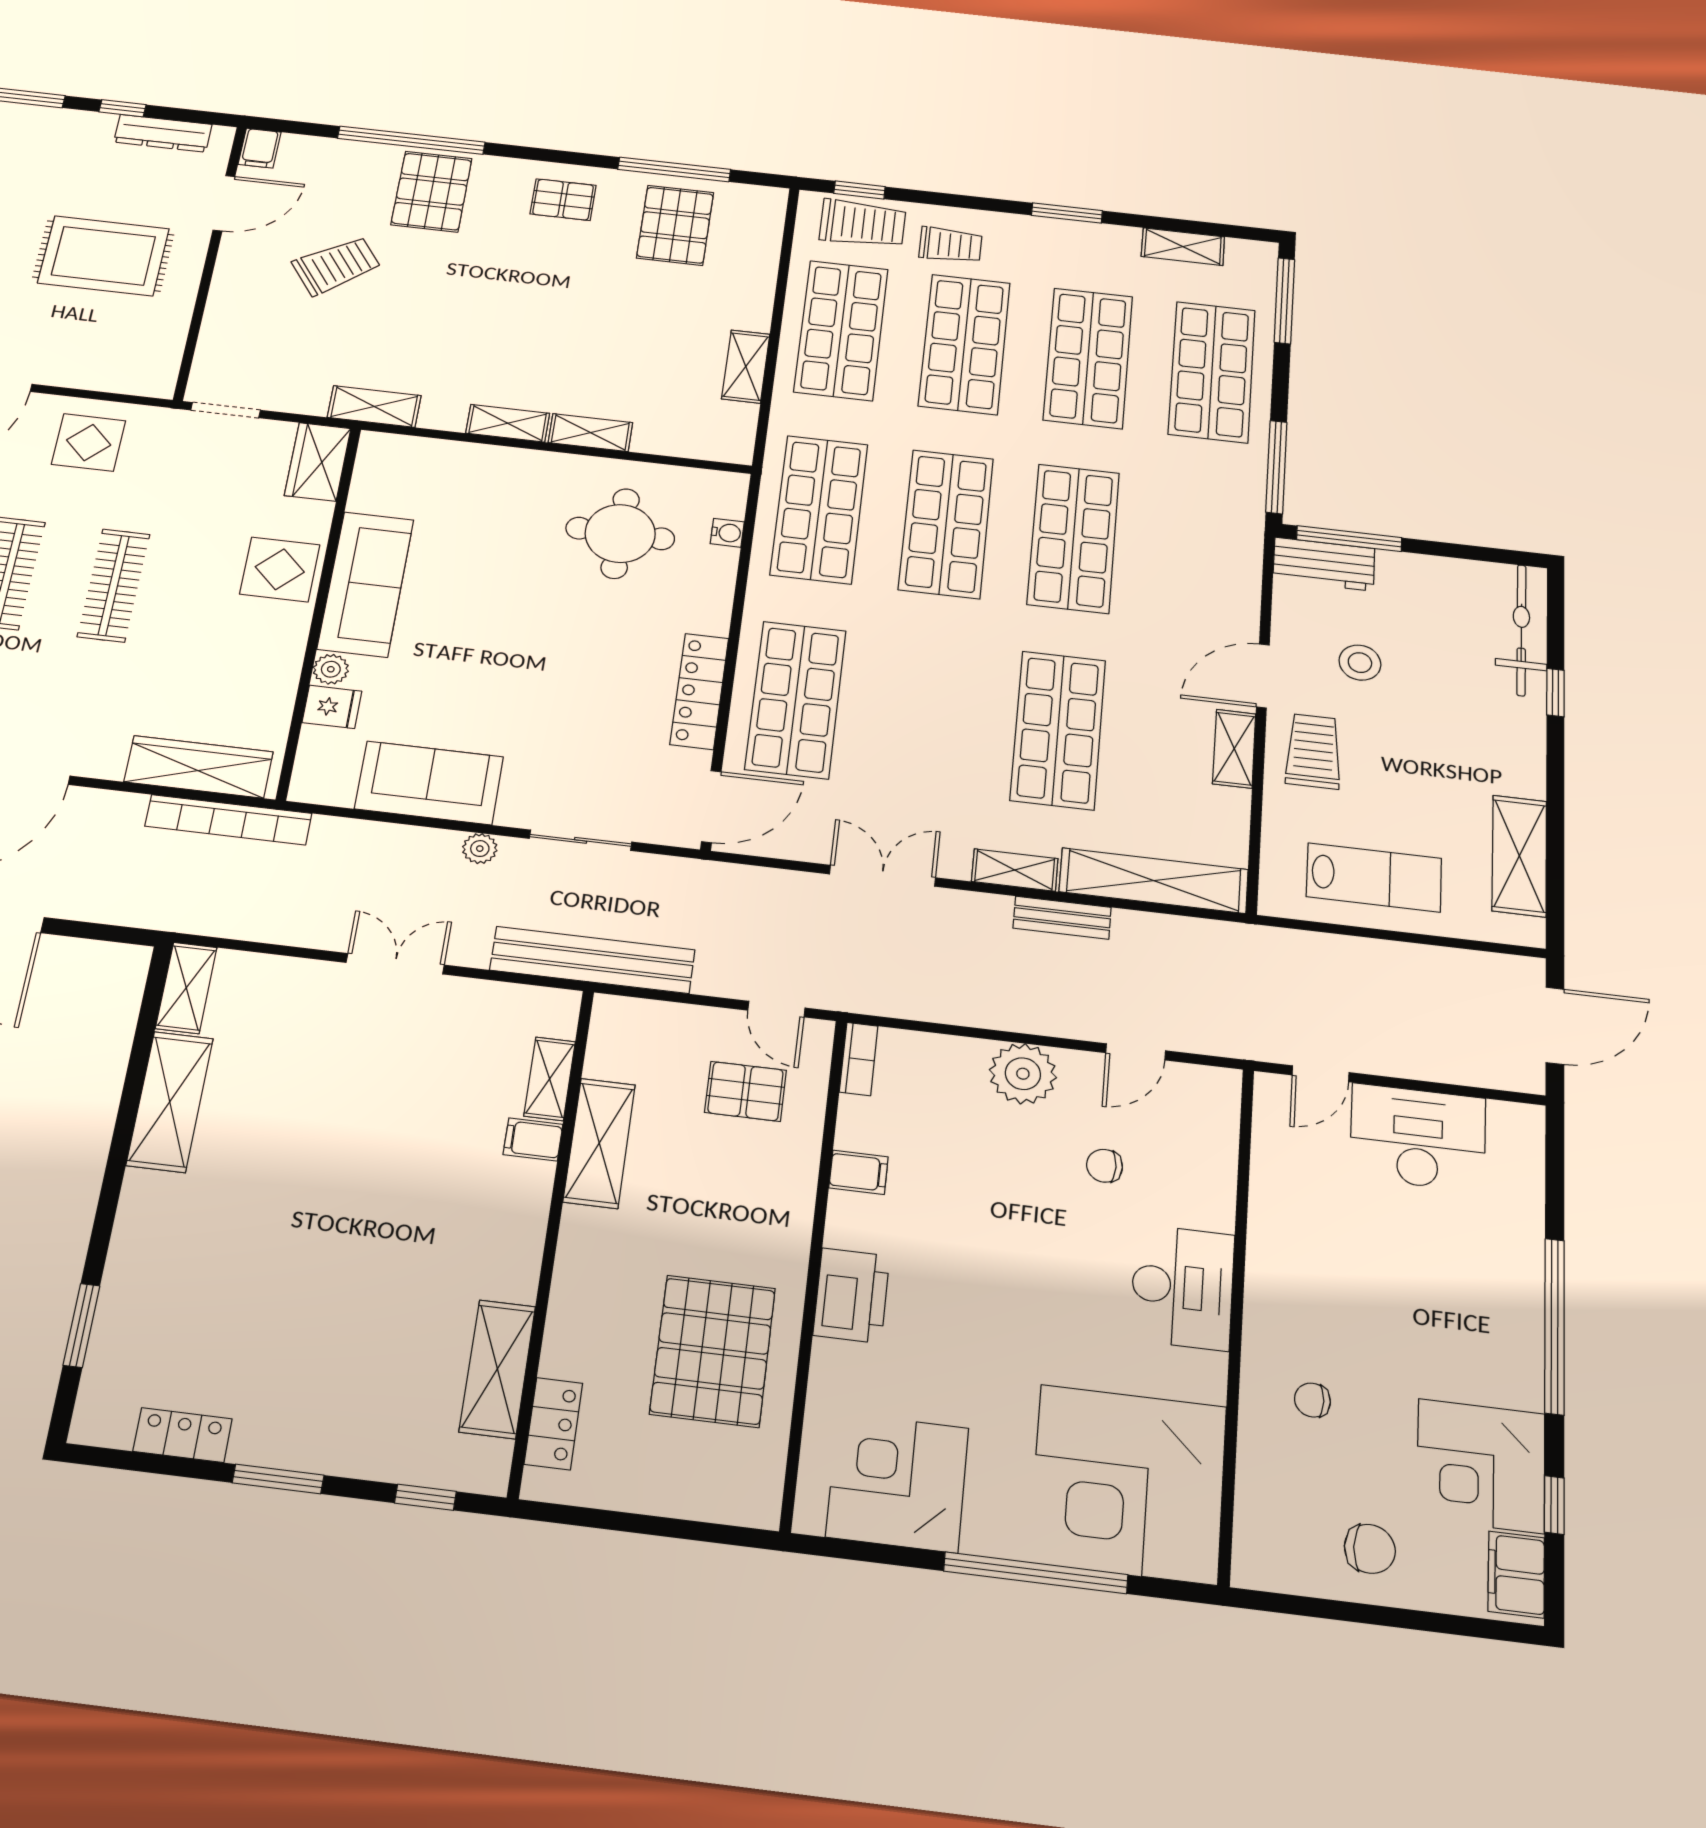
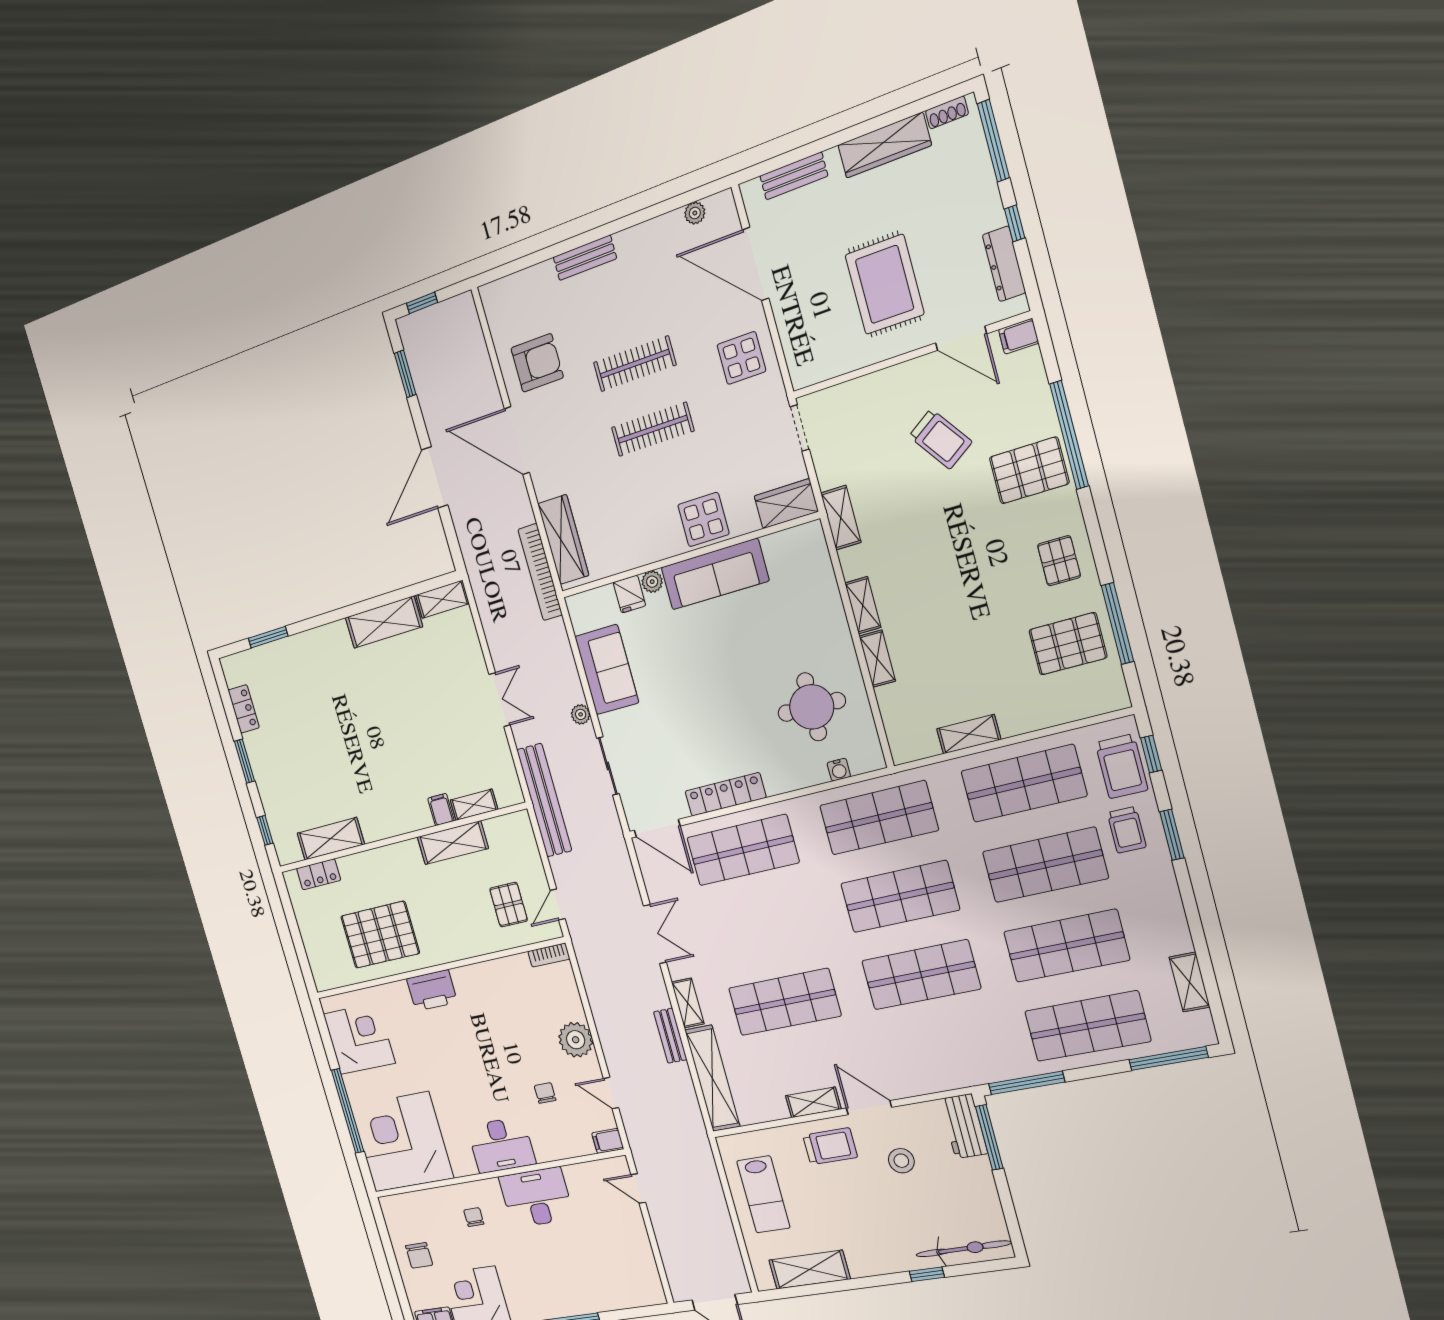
window: (1067, 213) -> (1172, 835), moved
desk: (1418, 1138) -> (536, 1198), moved, turned -90
filing cabinet: (858, 1172) -> (608, 1141), moved, turned 90

